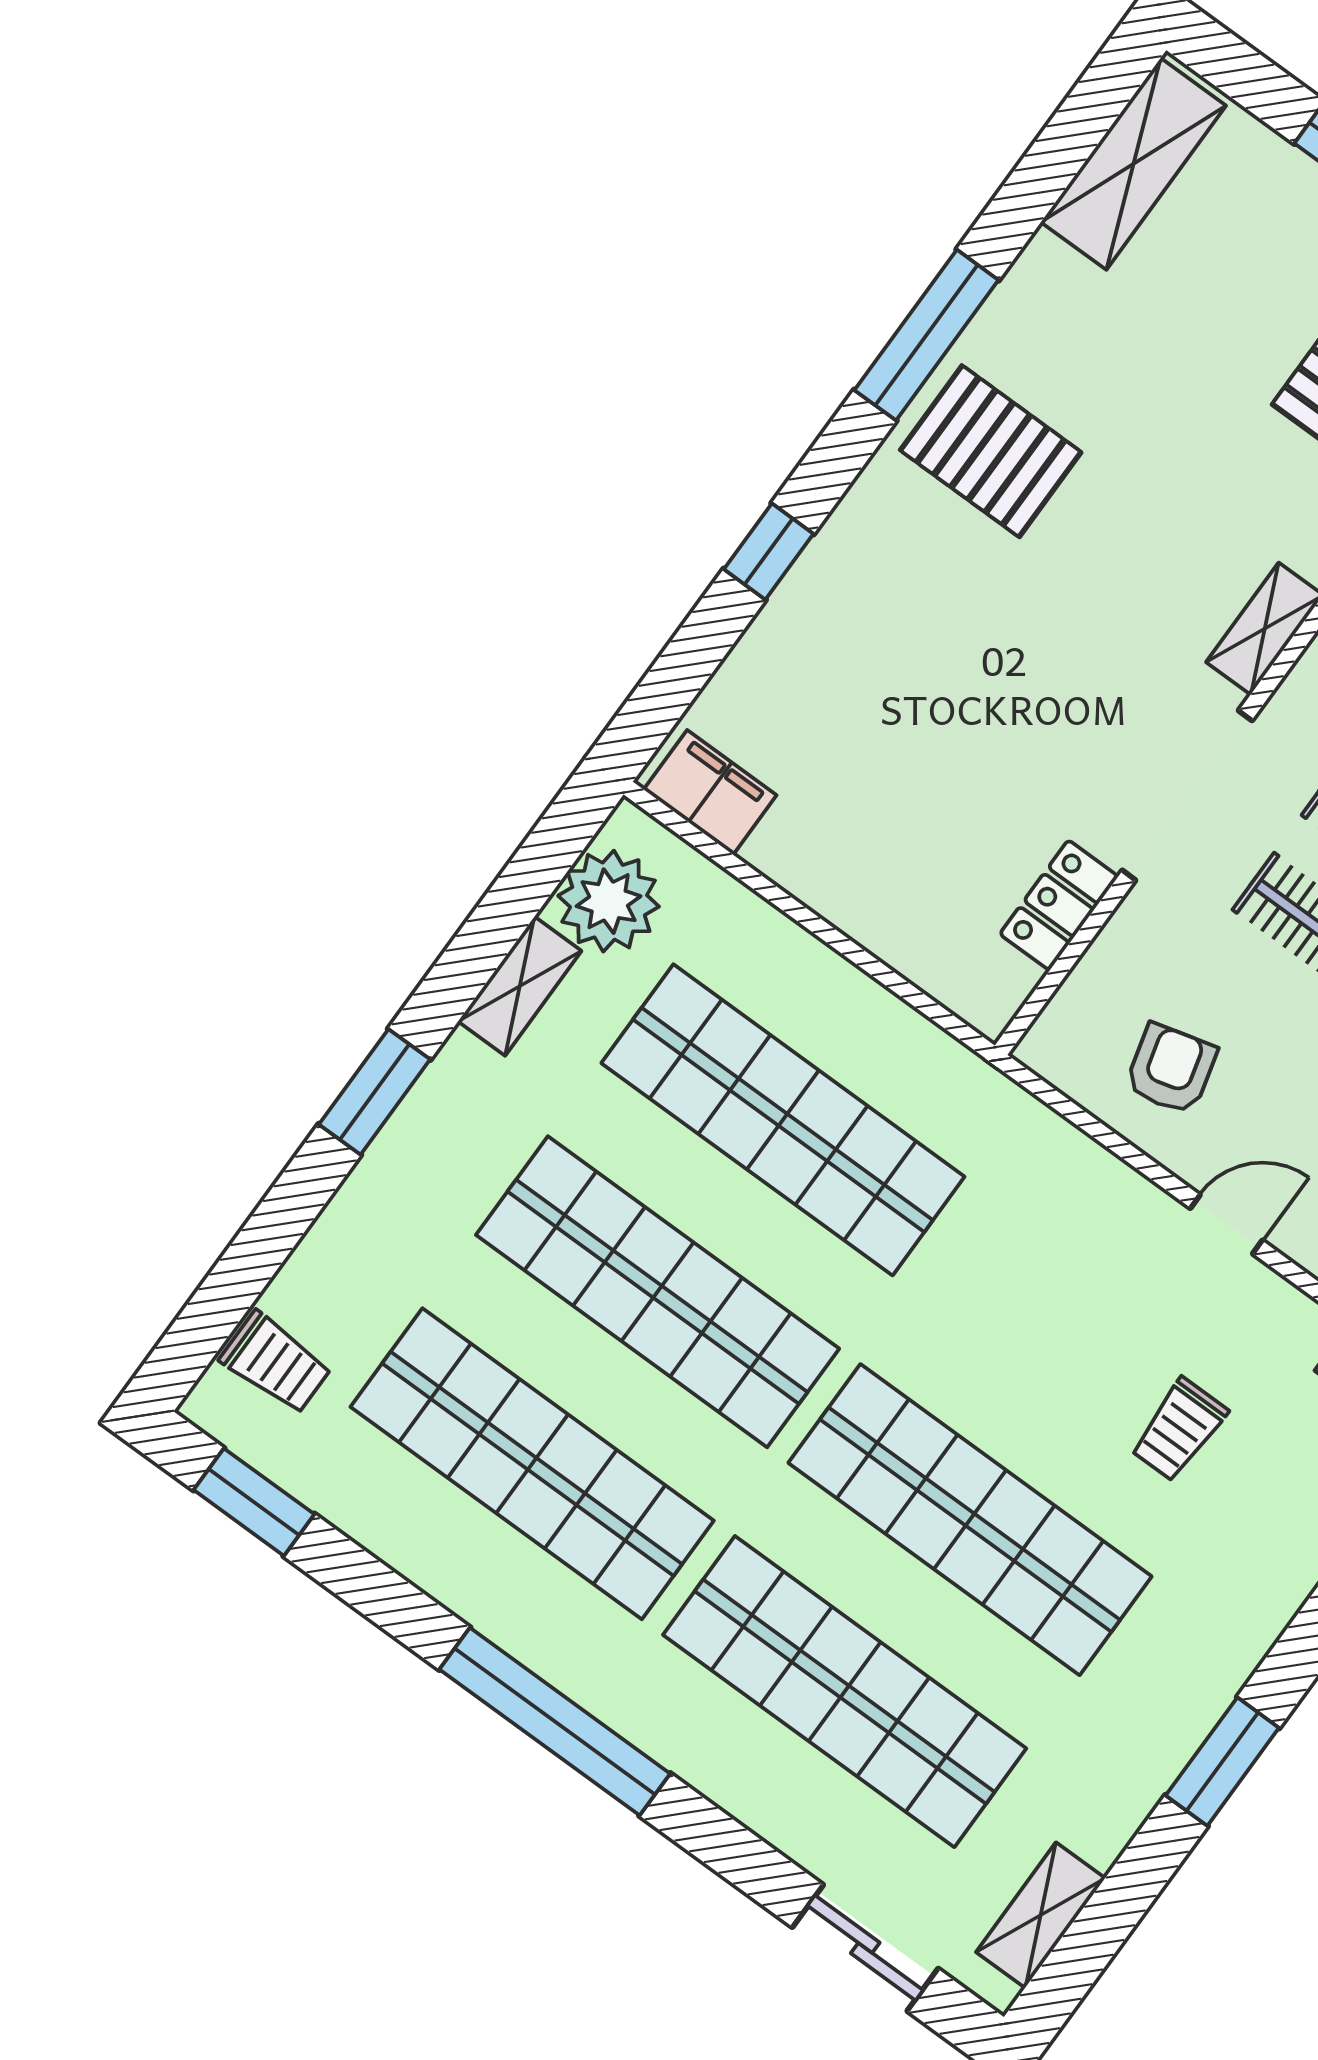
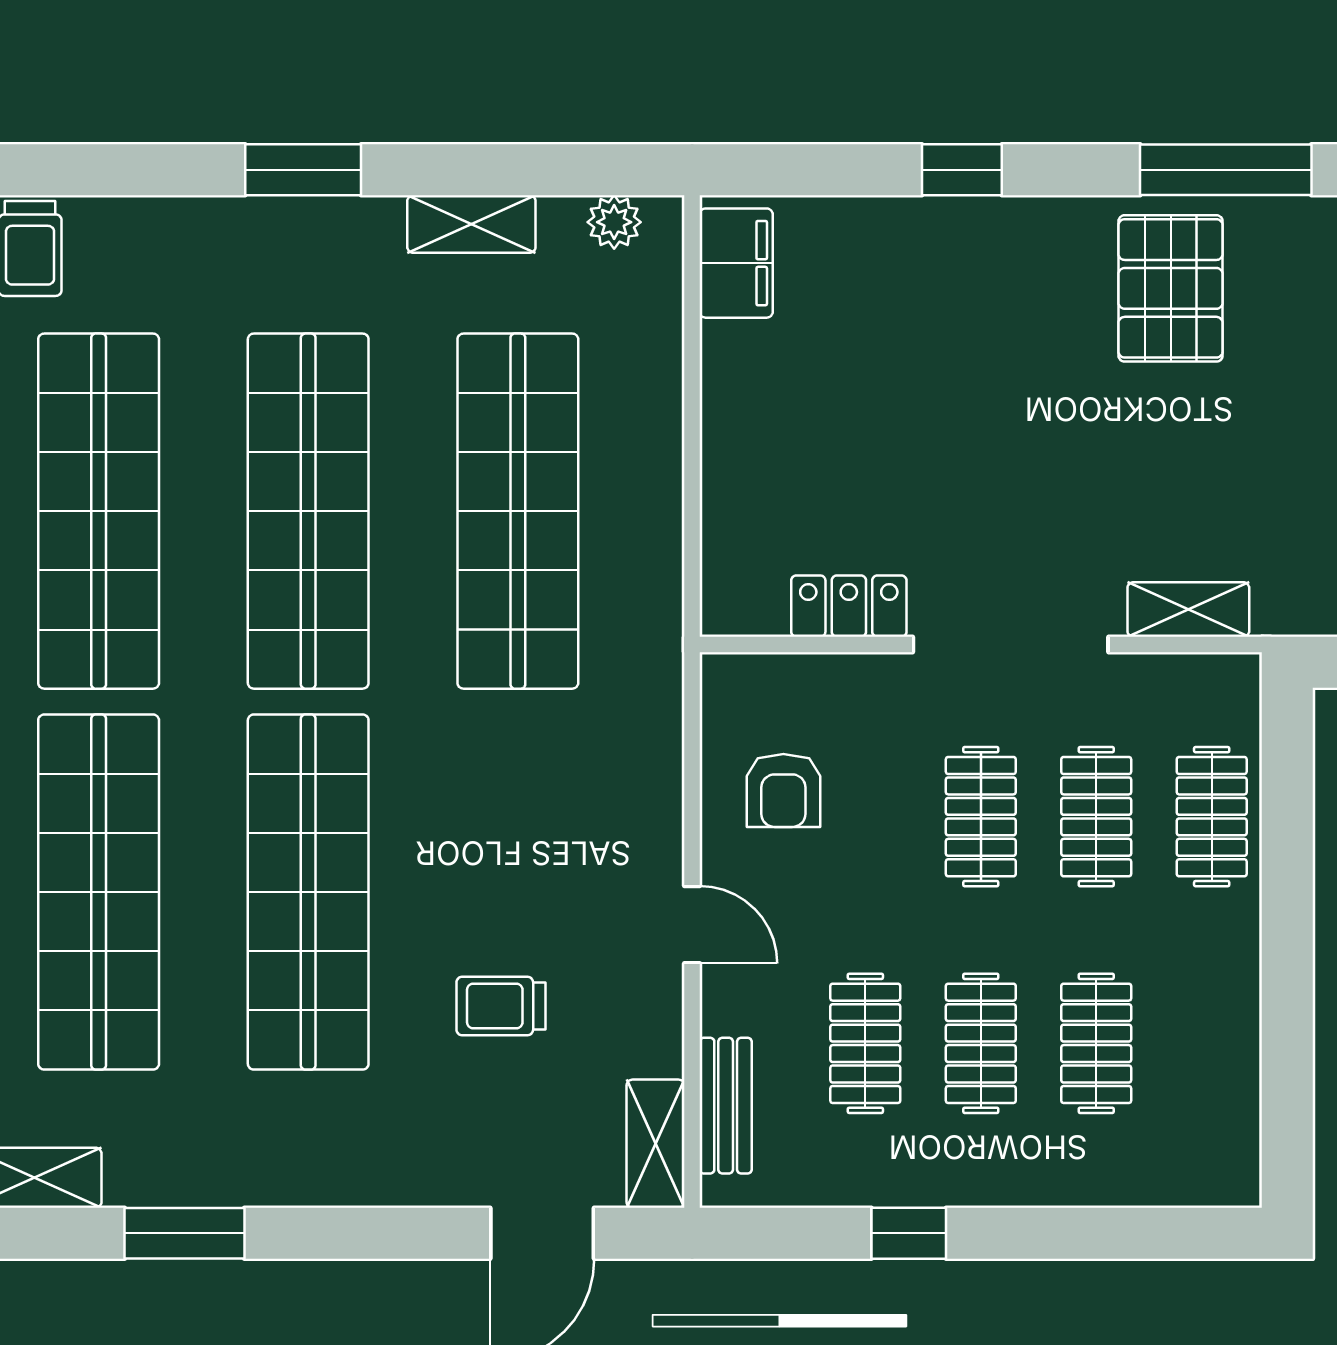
plant: (609, 901) -> (614, 222), width x0.53, depth x0.53
armchair: (1171, 1069) -> (783, 790), turned 105
window: (1222, 1762) -> (184, 1233), moved

